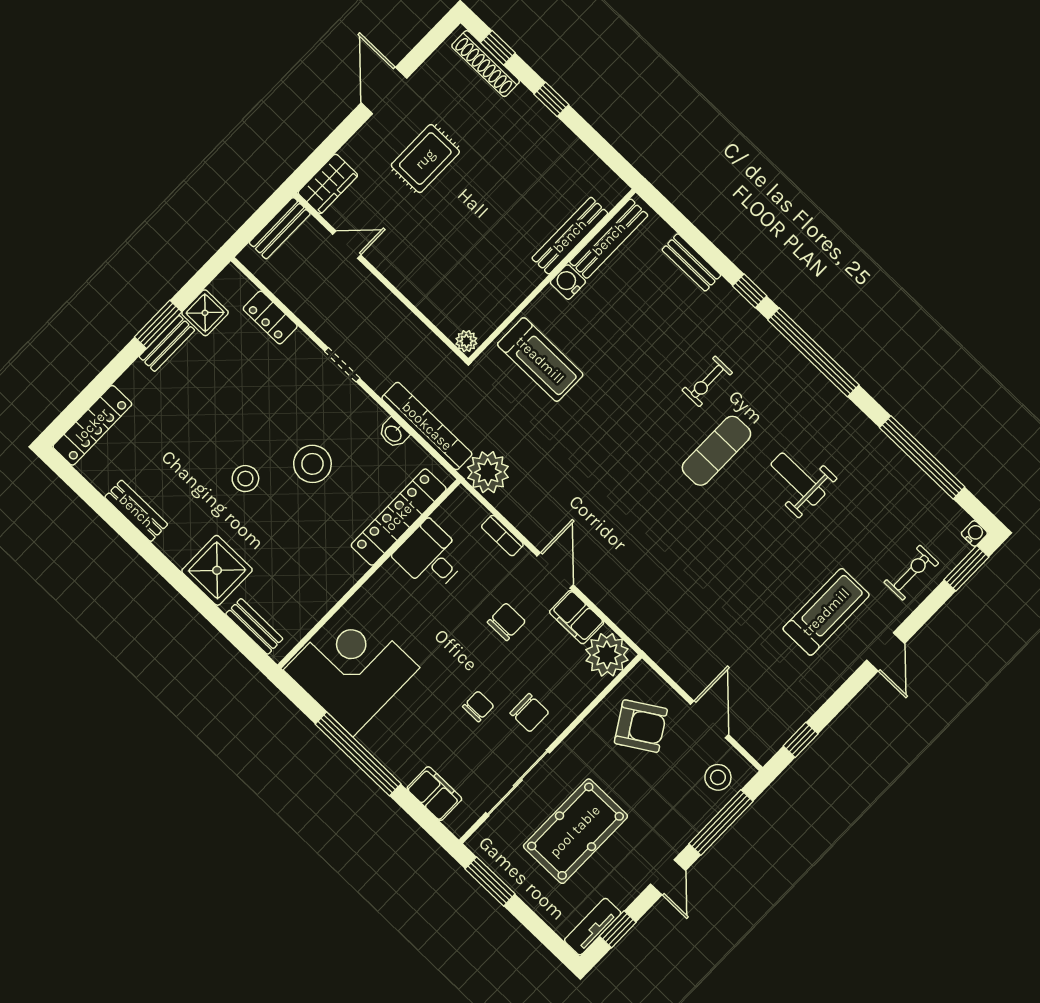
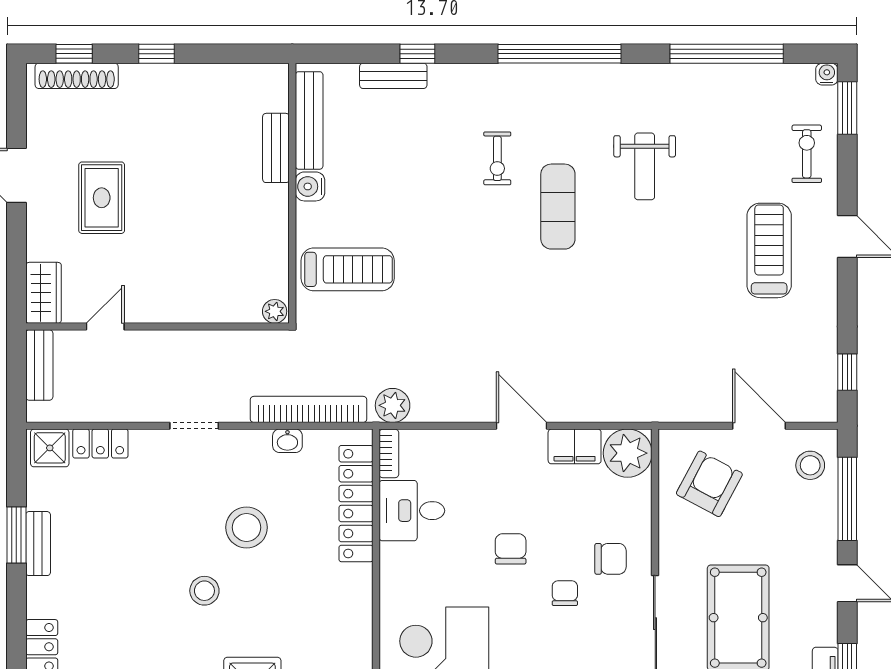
bench: (570, 236) -> (276, 148), width x0.73
window: (750, 291) -> (417, 54), moved
shower: (205, 313) -> (50, 448), moved
plant: (488, 472) -> (393, 405), width x0.73, depth x0.73
weight bench: (798, 479) -> (645, 166), turned -90
bookcase: (502, 536) -> (389, 453), moved, turned -90
chair: (506, 622) -> (511, 549), moved
armchair: (641, 726) -> (709, 484), turned -30

